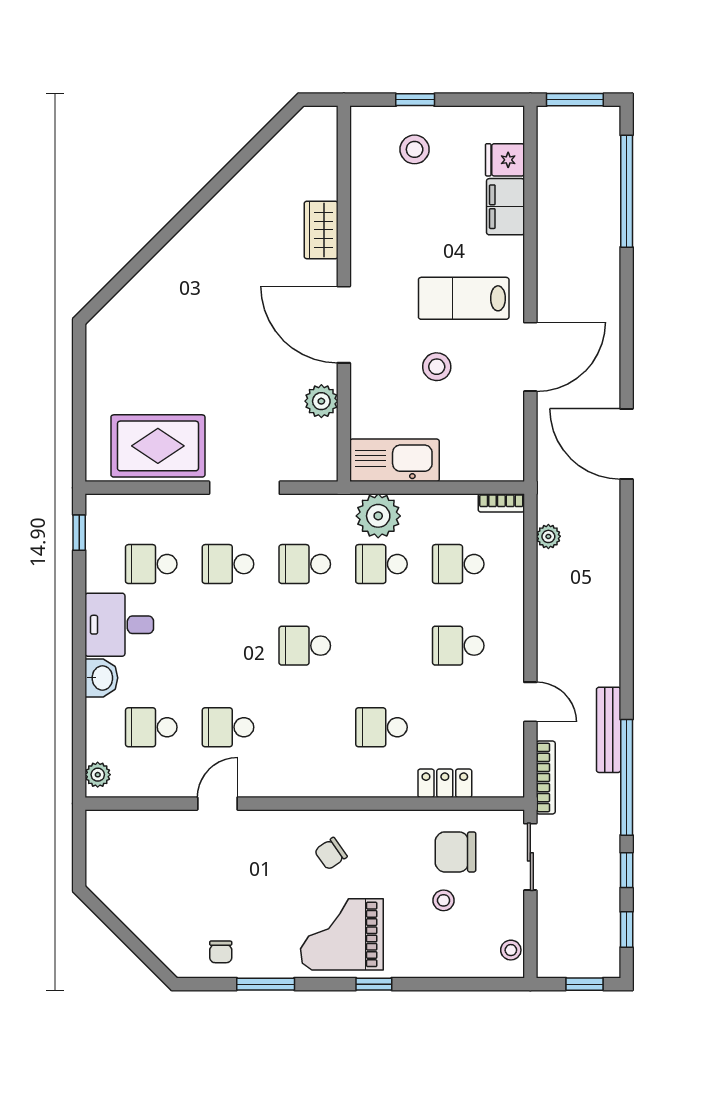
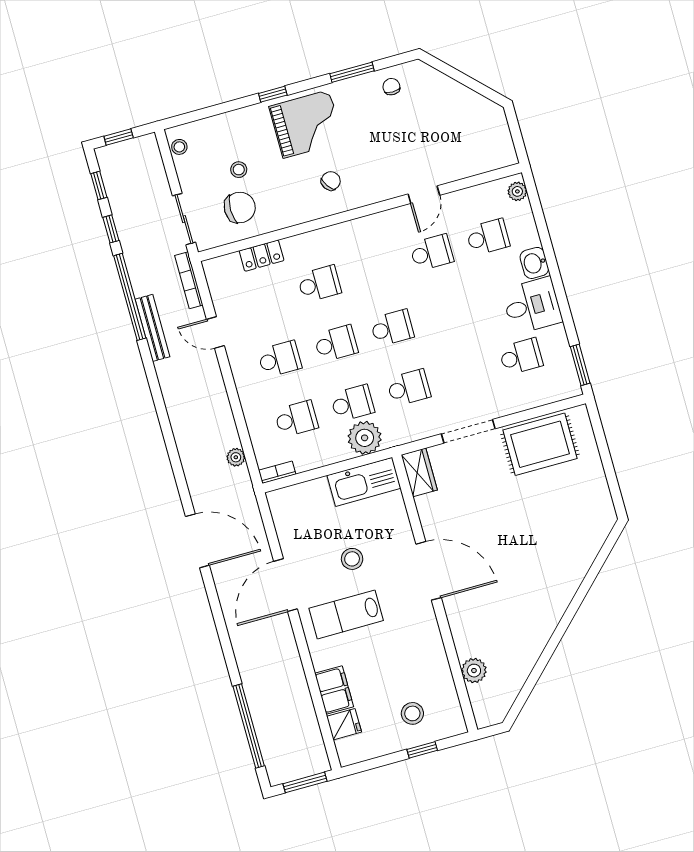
wardrobe: (321, 230) -> (419, 472), moved
lab bench: (464, 298) -> (346, 614), turned 180
plant: (321, 401) -> (474, 671), moved
window: (79, 533) -> (580, 365), width x1.50
school desk: (228, 564) -> (336, 343), moved

